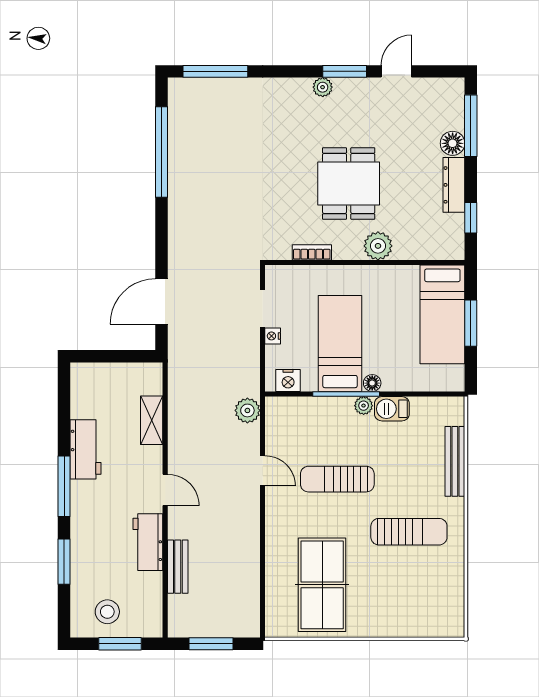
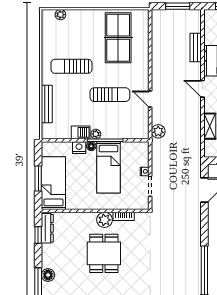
dresser: (454, 185) -> (47, 228), moved
plant: (378, 246) -> (104, 220), moved
nightstand: (288, 380) -> (79, 148), moved
plant: (429, 628) -> (60, 15), added

